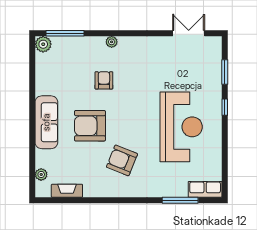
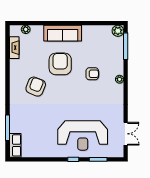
reception desk: (181, 127) -> (83, 135), moved

